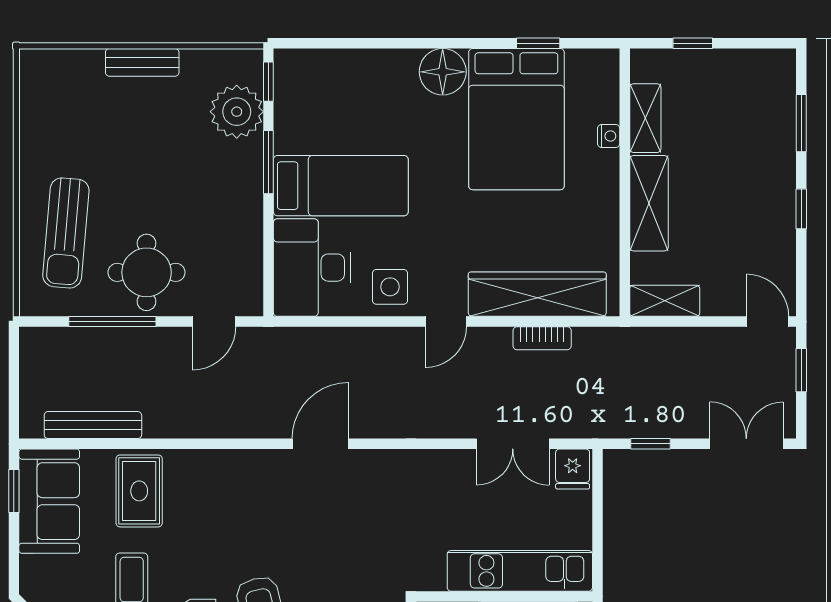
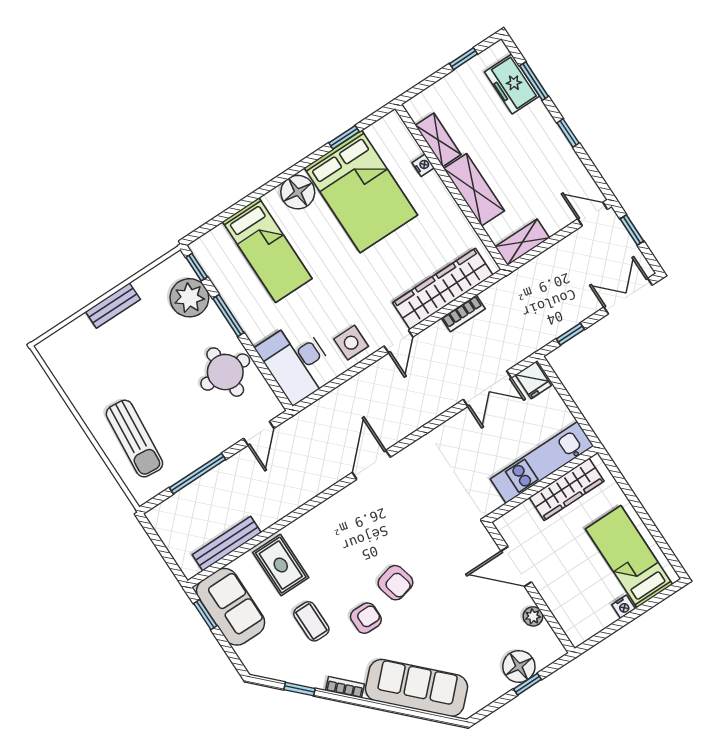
window: (693, 43) -> (463, 59), moved
freezer: (773, 110) -> (512, 84), added
bed: (341, 186) -> (267, 250), moved, turned 90
round table: (147, 272) -> (225, 372), moved

